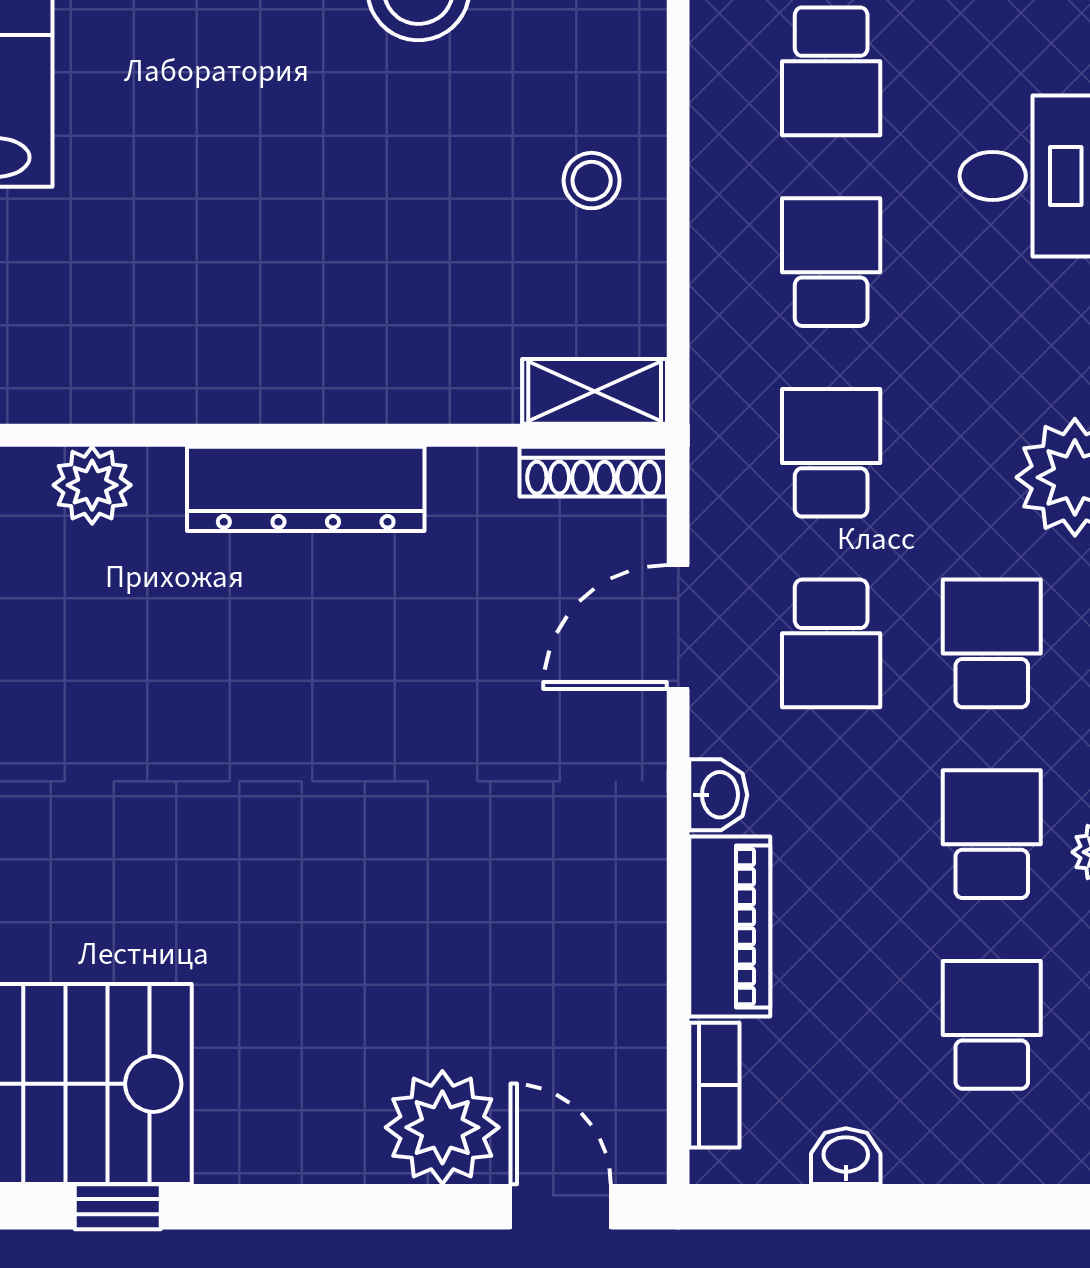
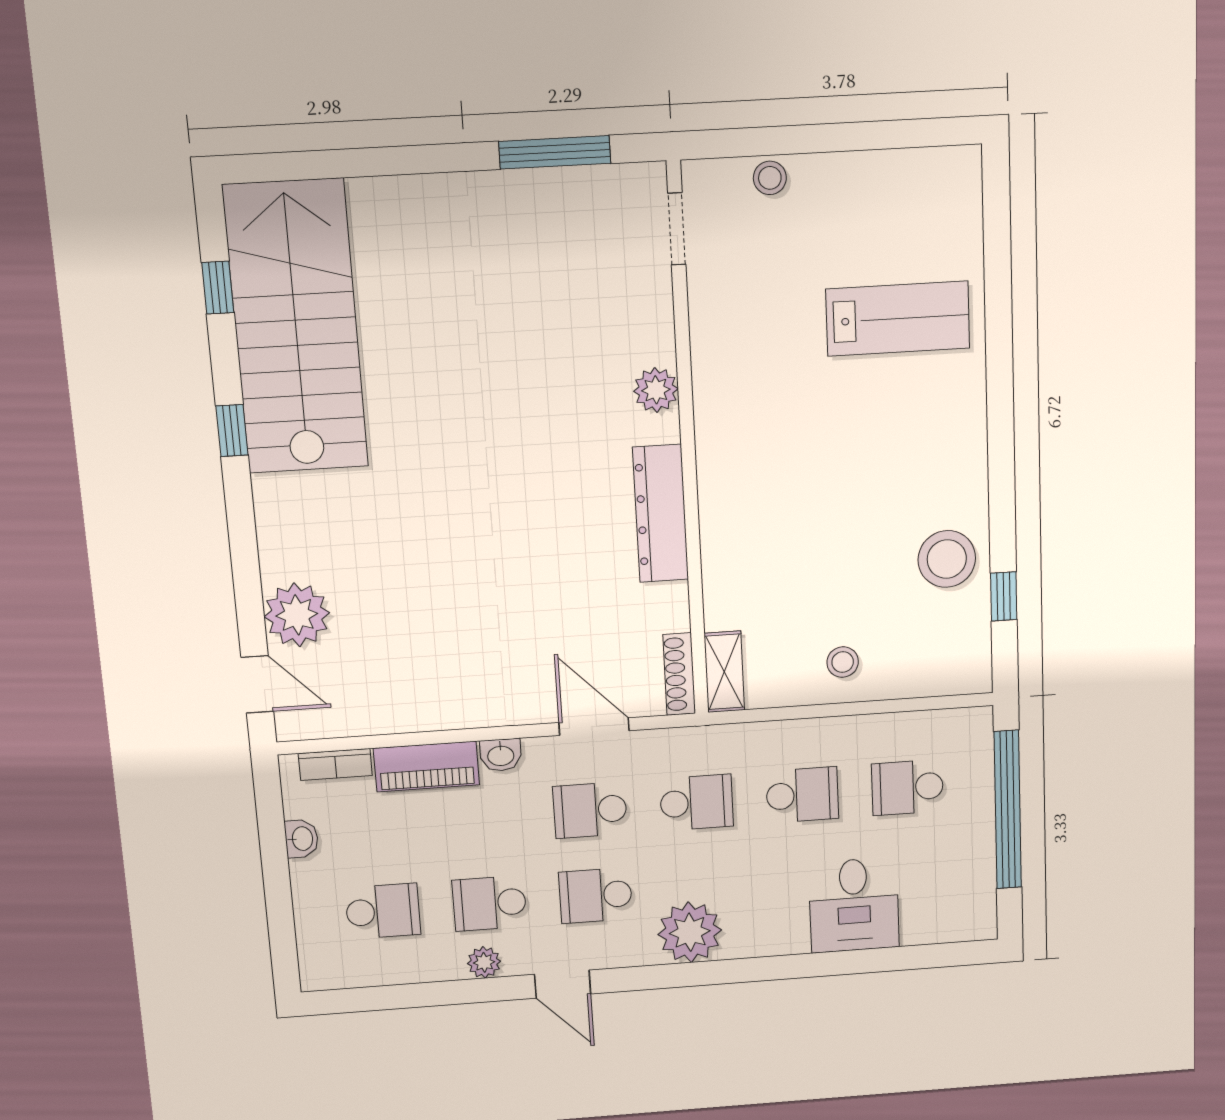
school desk: (992, 643) -> (596, 895), turned 180
school desk: (992, 834) -> (490, 903), turned 180
door: (561, 1207) -> (257, 684), hinge flipped

